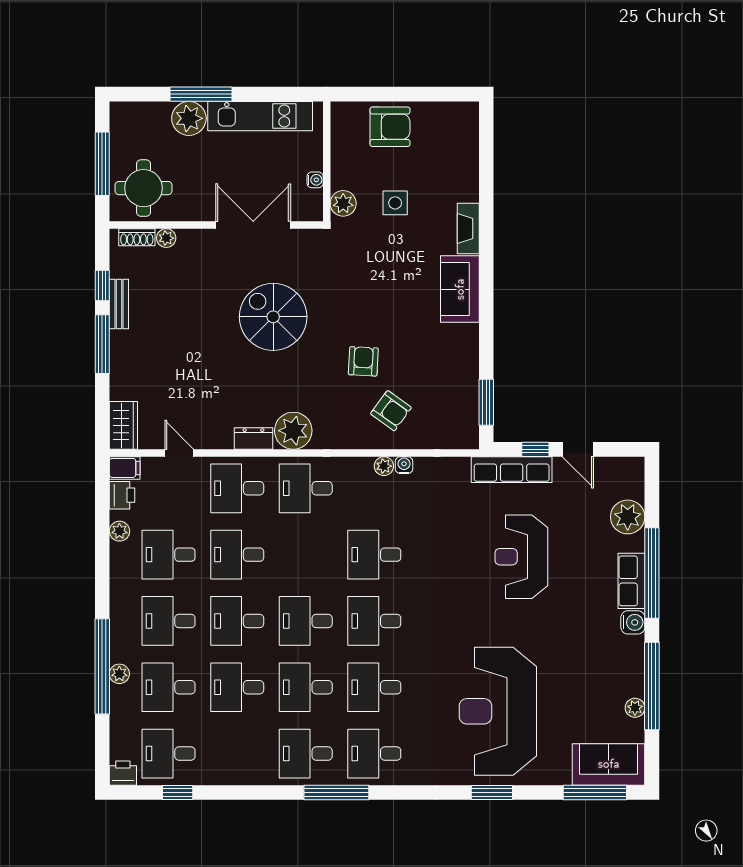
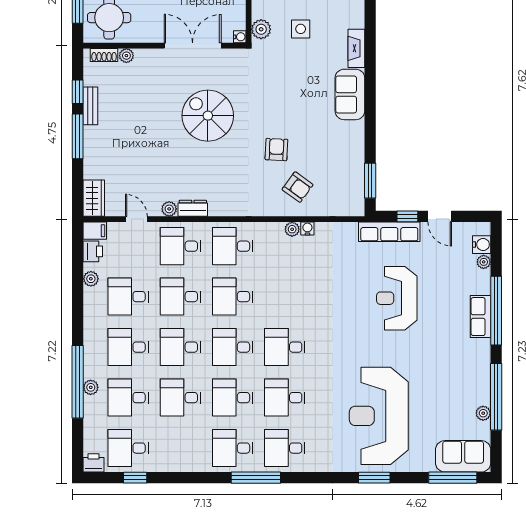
water cooler: (315, 180) -> (240, 37), moved
plant: (293, 431) -> (169, 209), moved, width x0.53, depth x0.53
plant: (628, 517) -> (484, 262), width x0.53, depth x0.53
desk: (374, 555) -> (233, 297), moved
water cooler: (633, 622) -> (482, 245), moved

